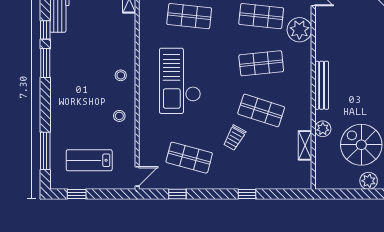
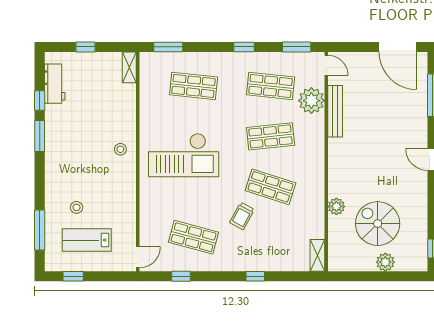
checkout: (180, 81) -> (184, 155), turned -90
bench: (322, 85) -> (335, 111), moved
stool: (119, 116) -> (77, 207), moved
shelving: (305, 145) -> (317, 255), moved

